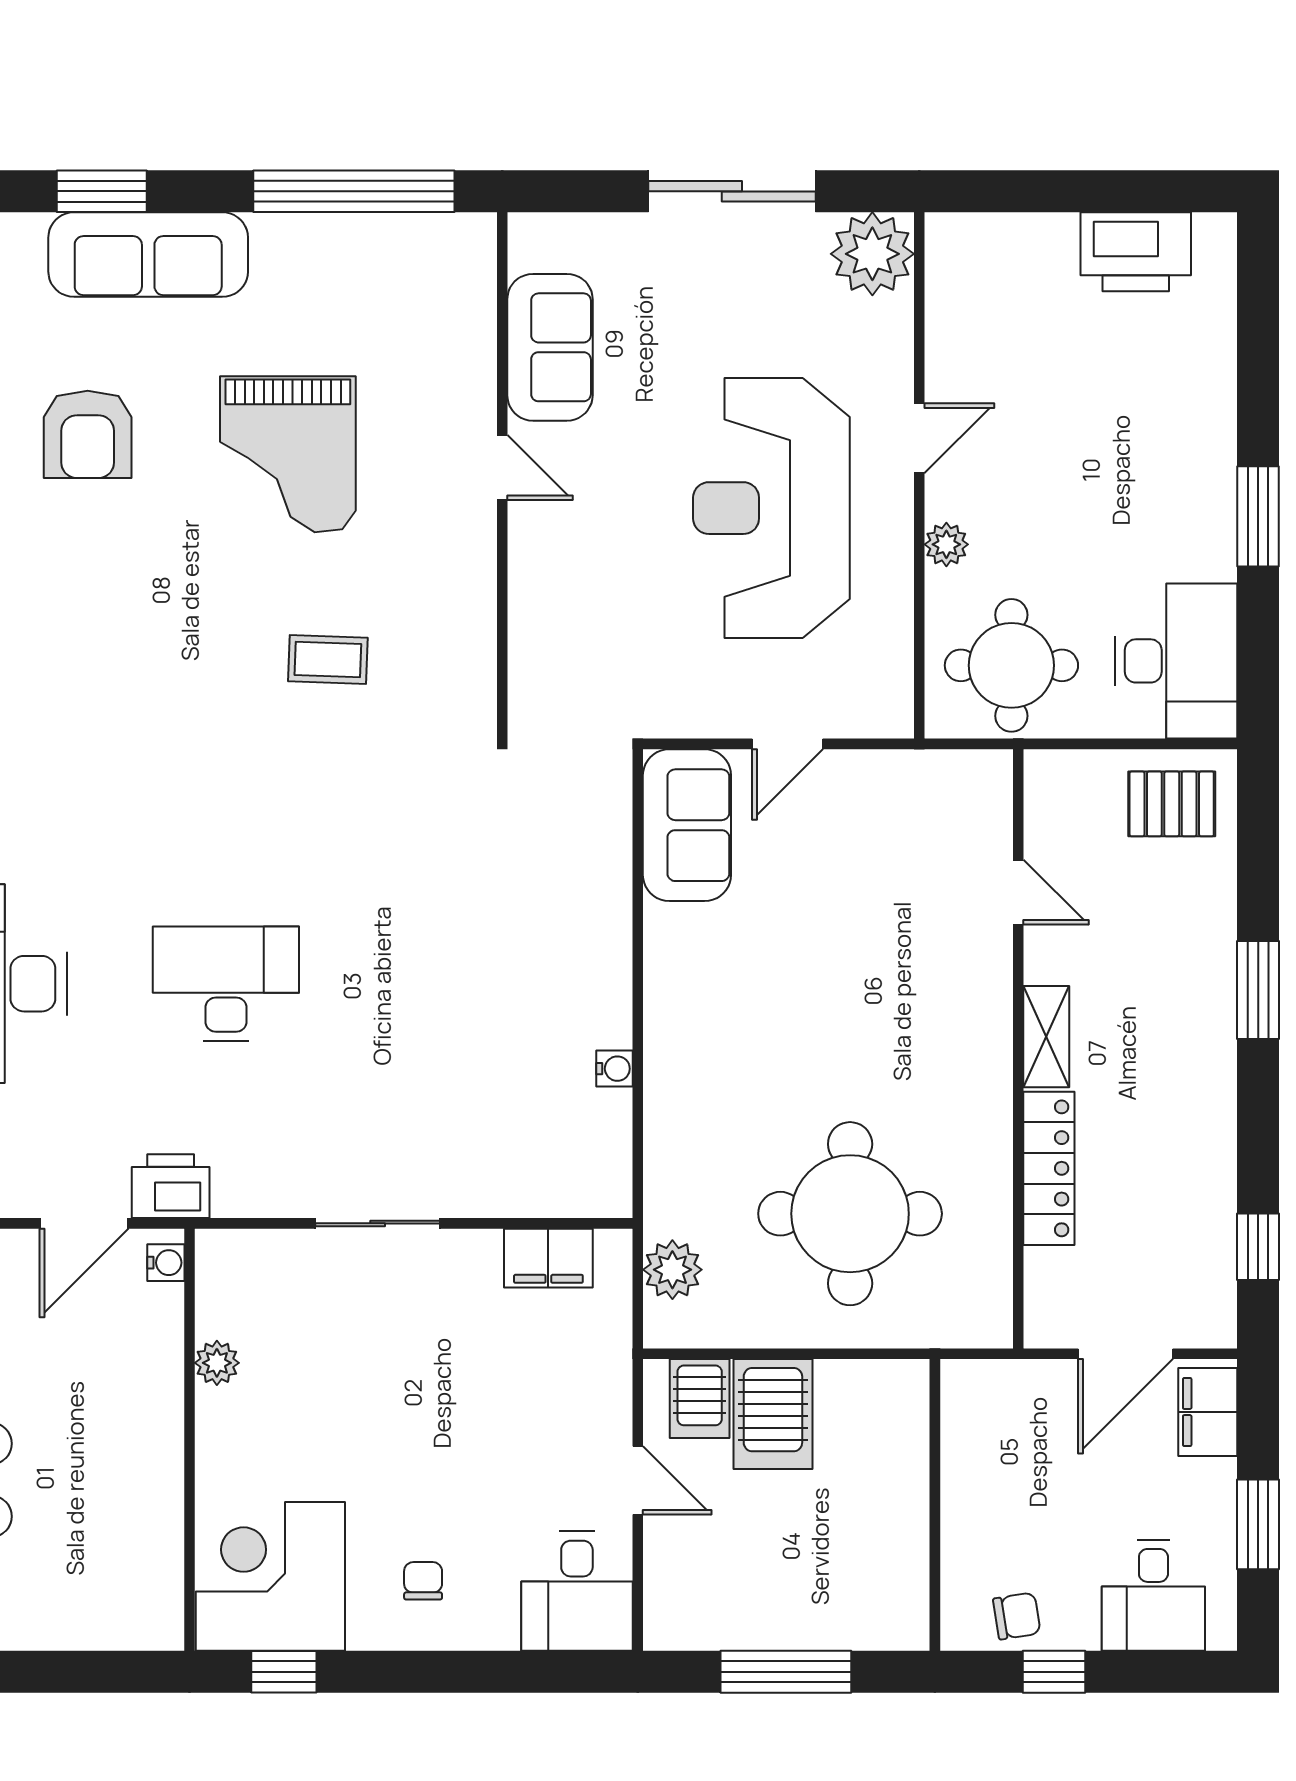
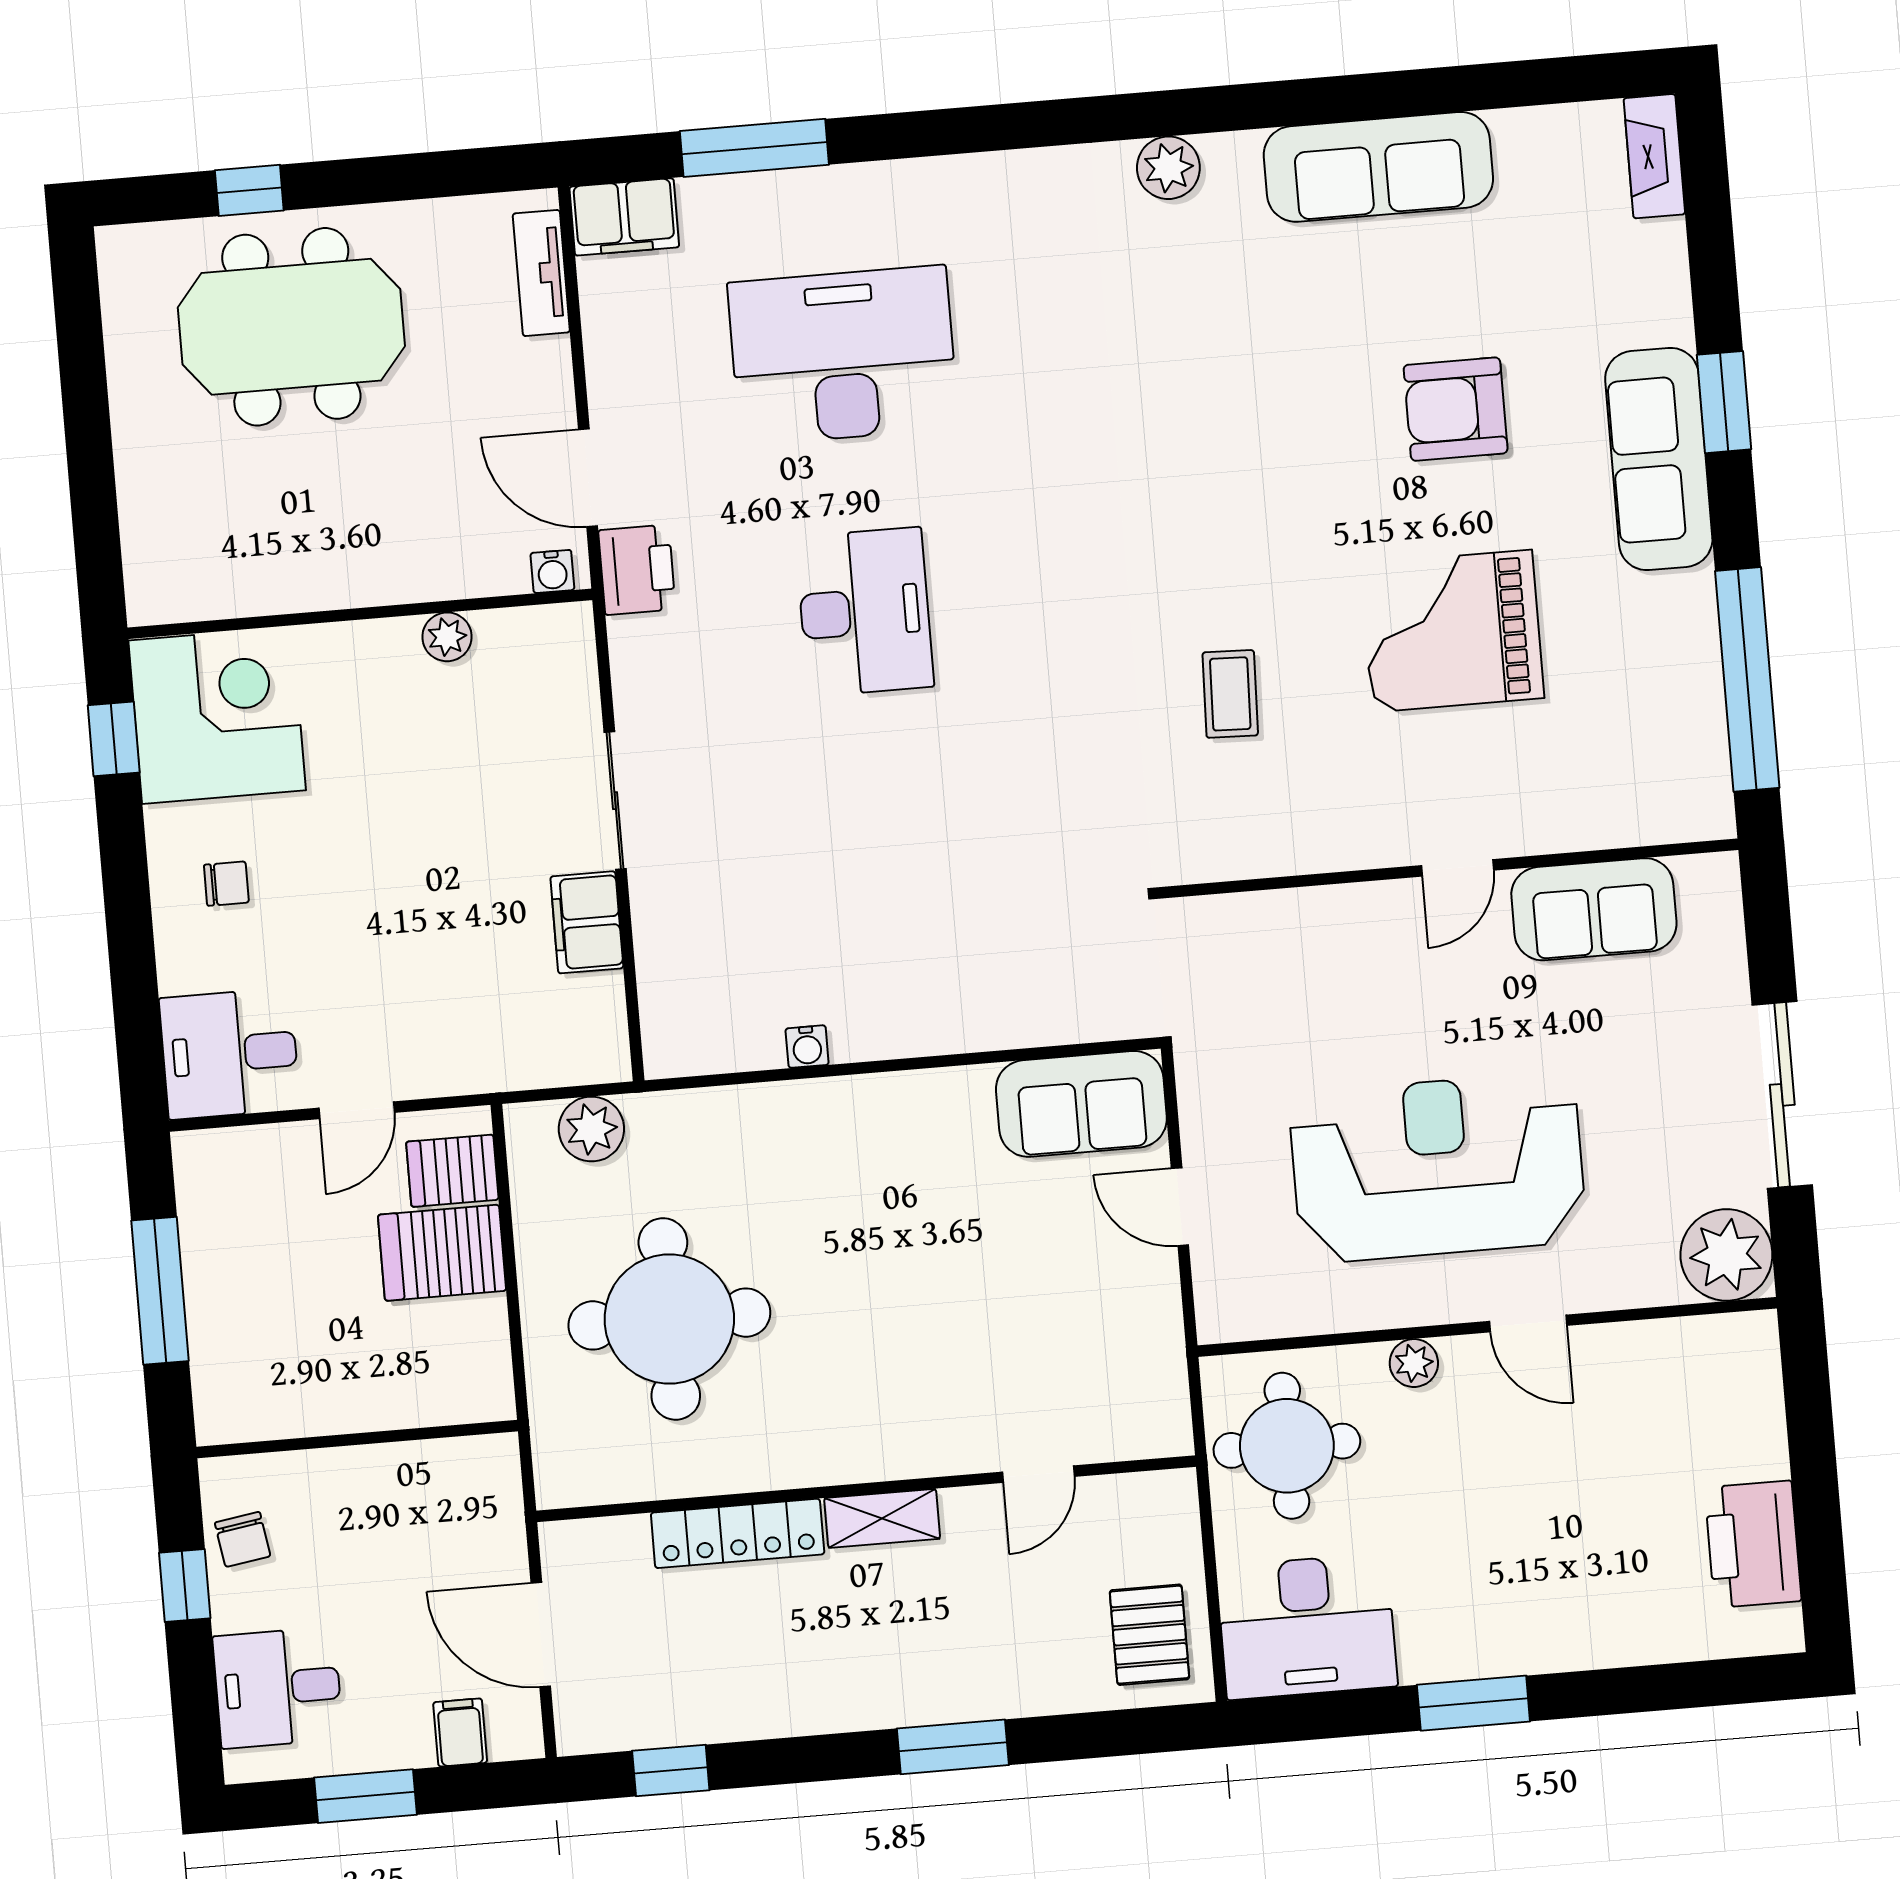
filing cabinet: (548, 1258) -> (587, 922), moved
filing cabinet: (1208, 1412) -> (460, 1733), width x0.50

